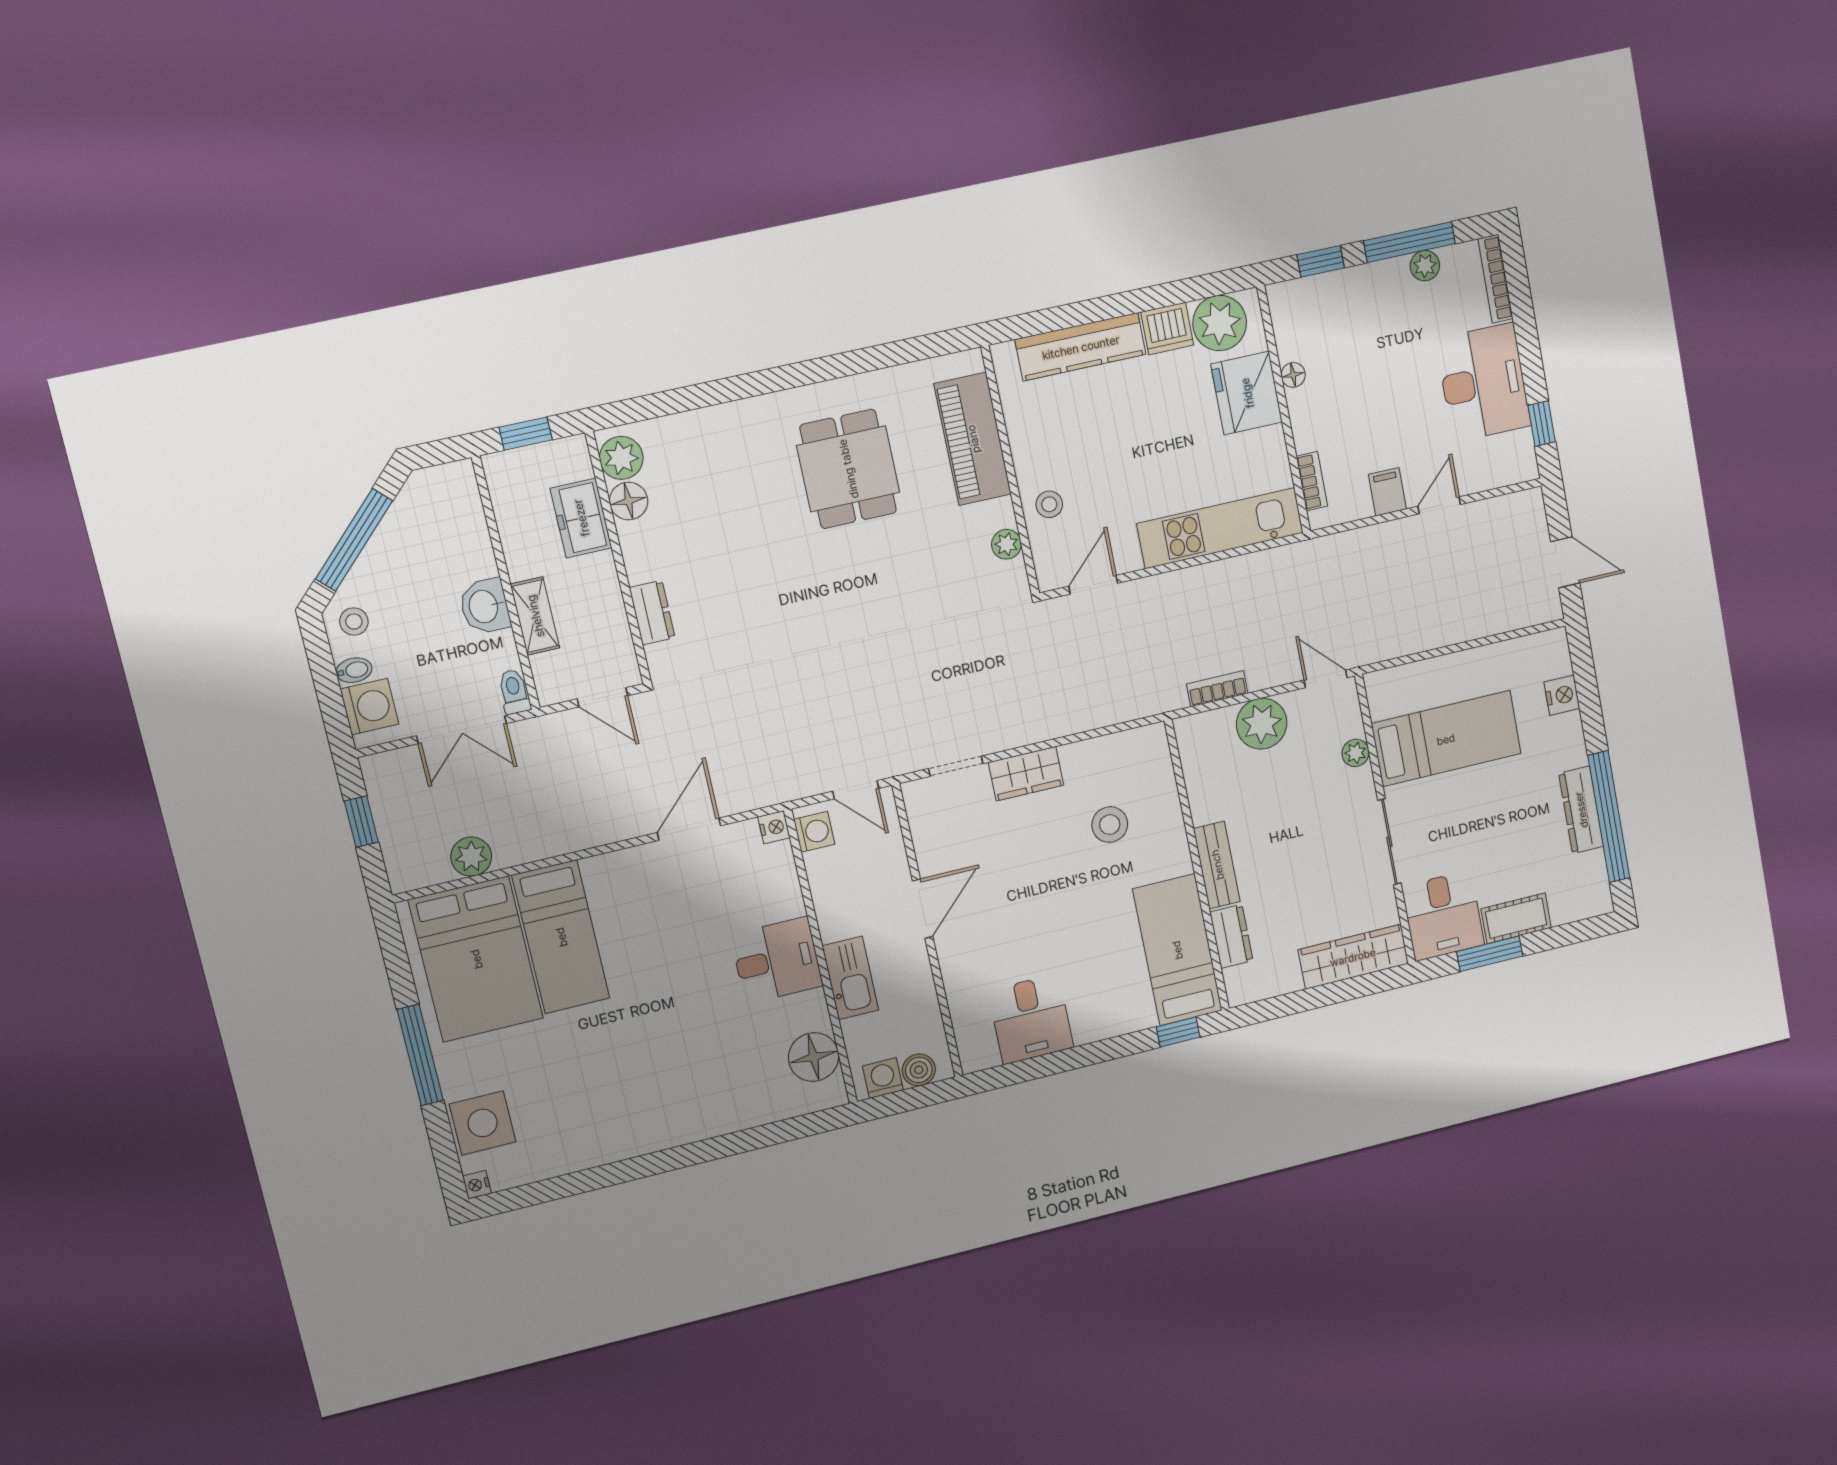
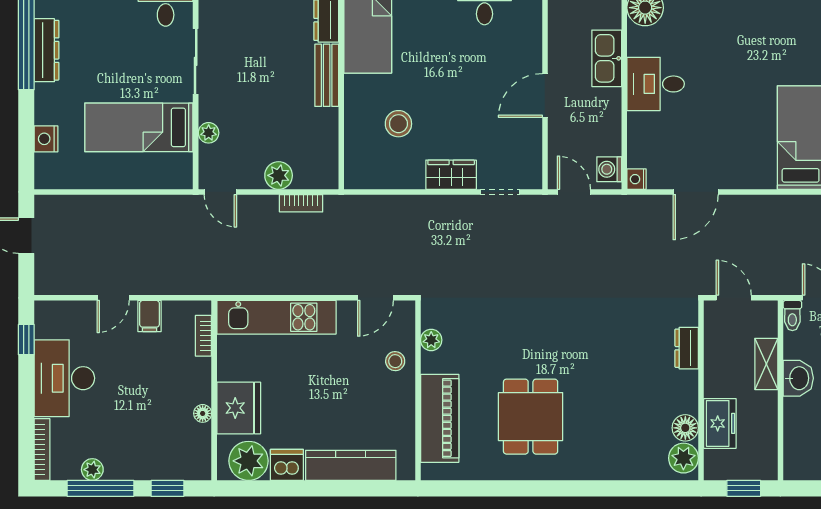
plant: (1262, 724) -> (279, 175), width x0.73, depth x0.73

